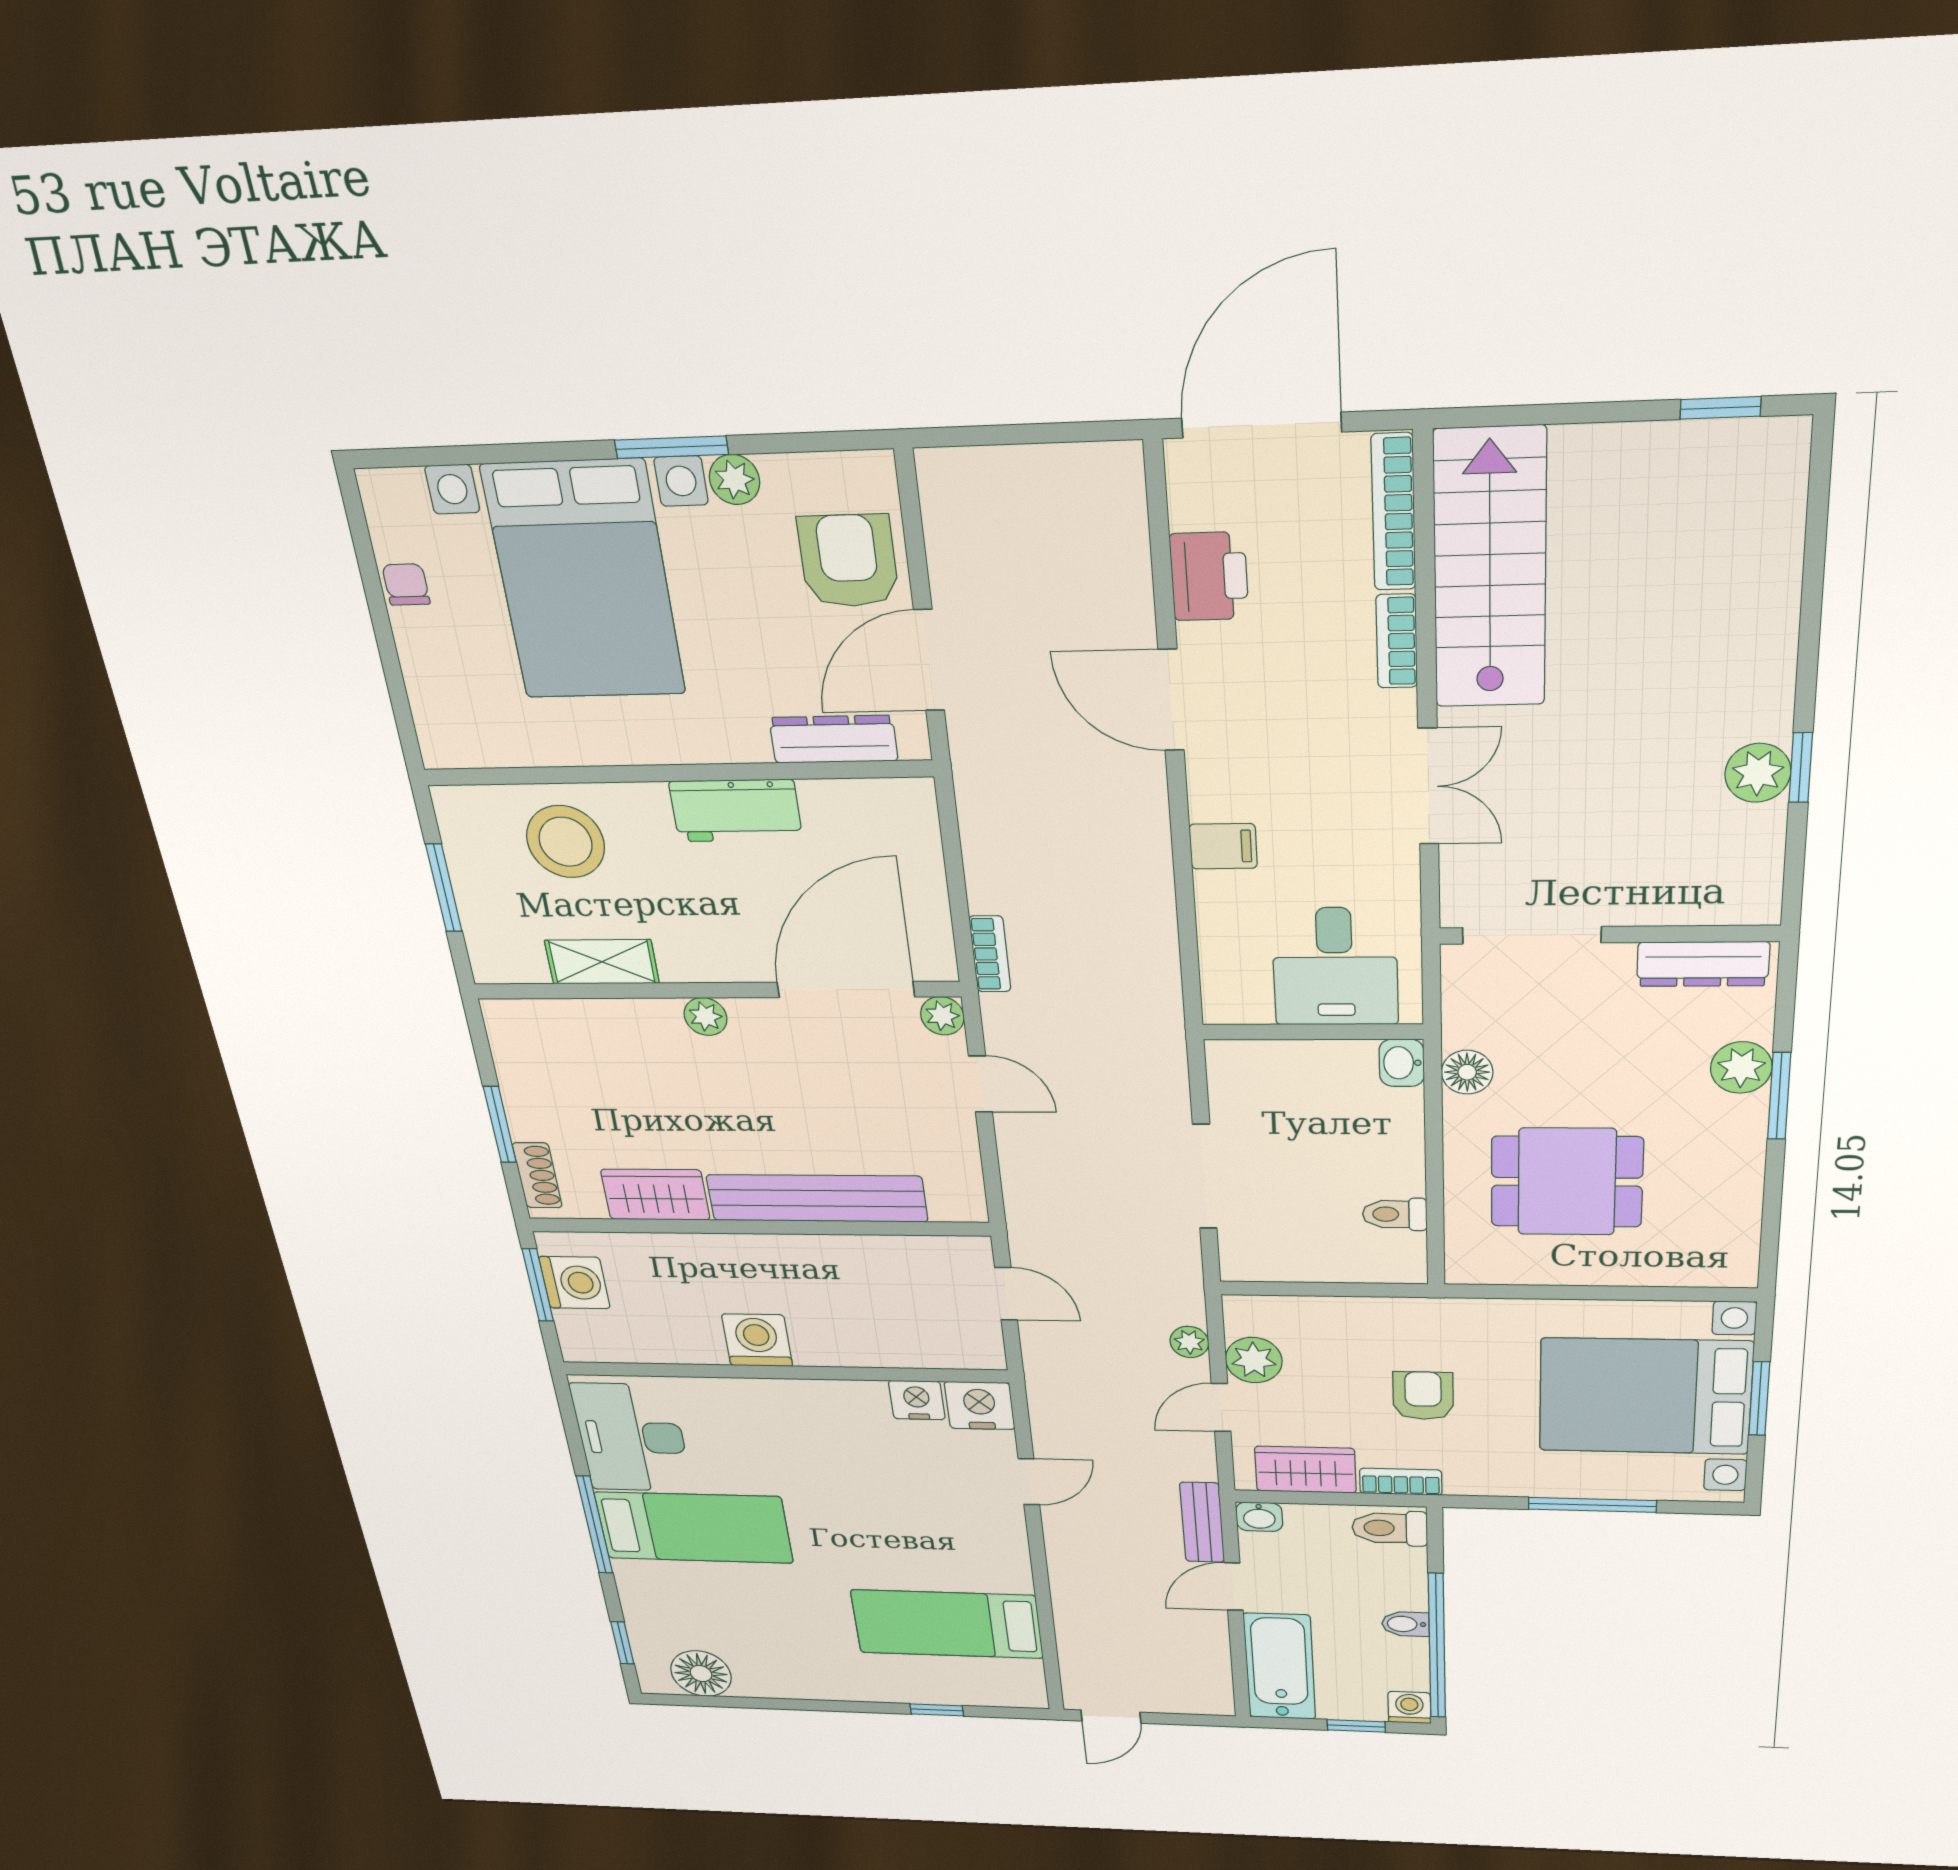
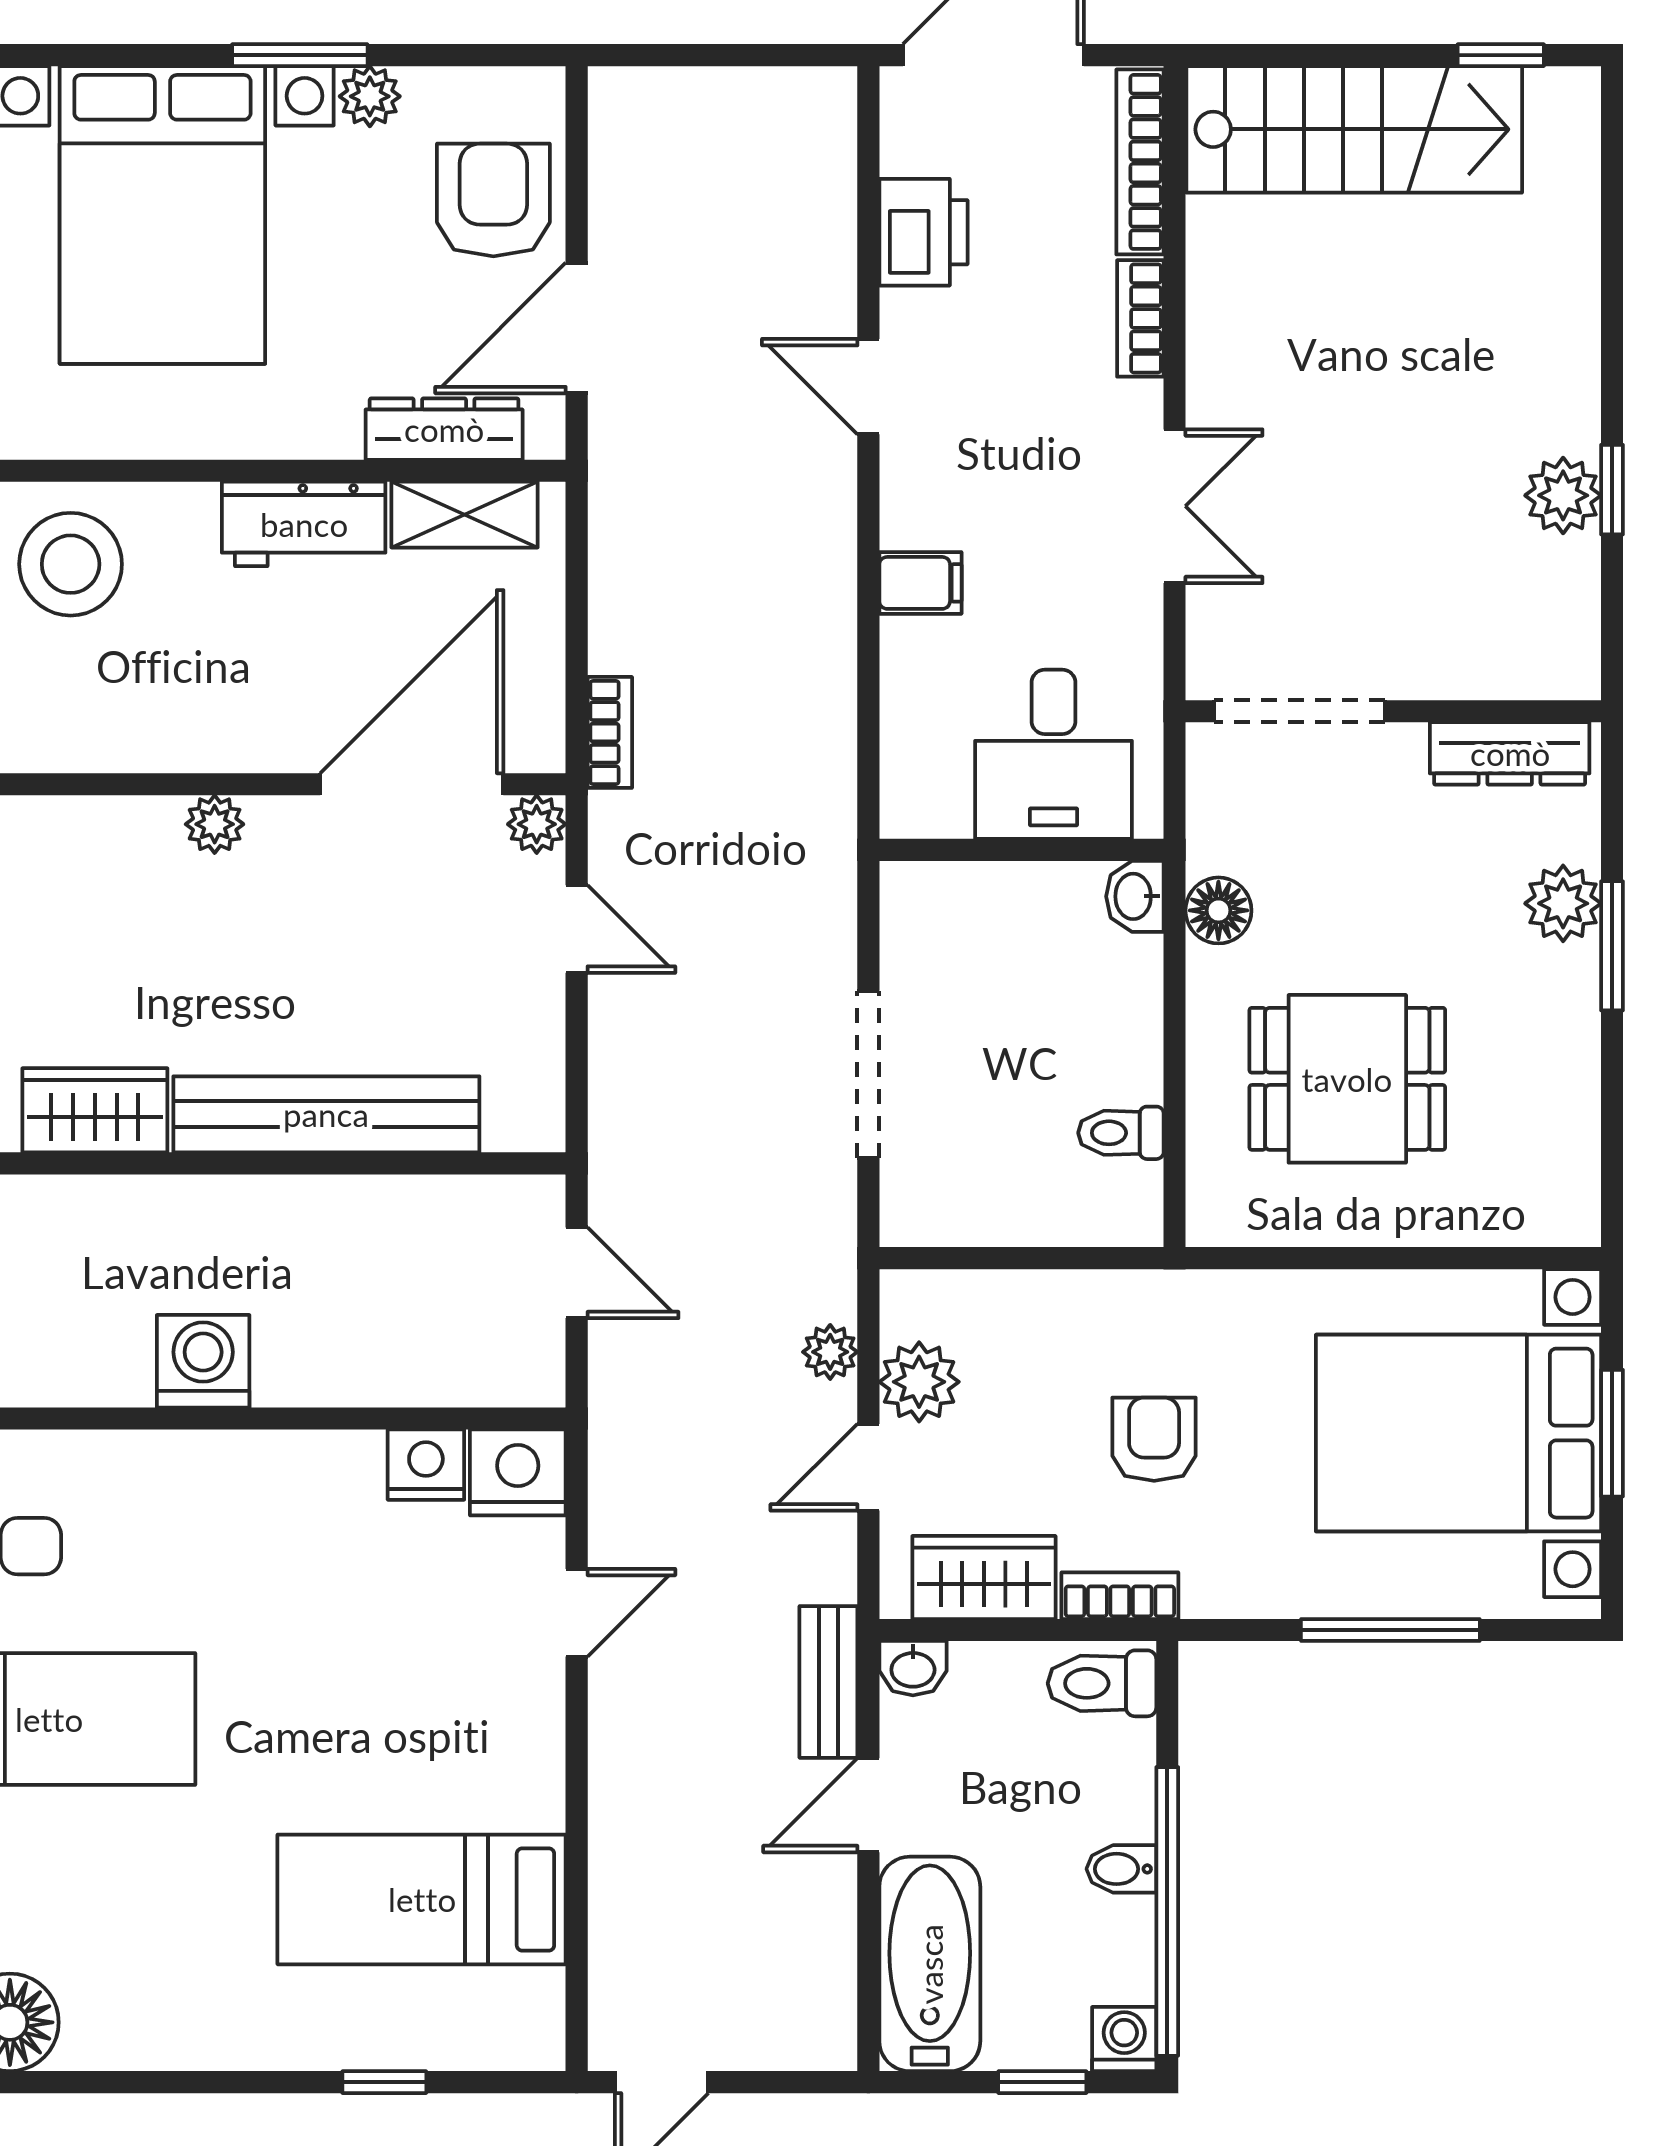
stairs: (1490, 570) -> (1354, 129), moved, turned 90
door: (1171, 700) -> (868, 387), width x0.73
shelving: (602, 962) -> (465, 515), moved

